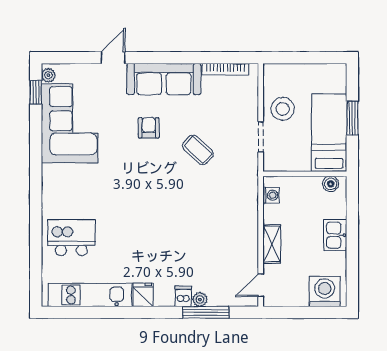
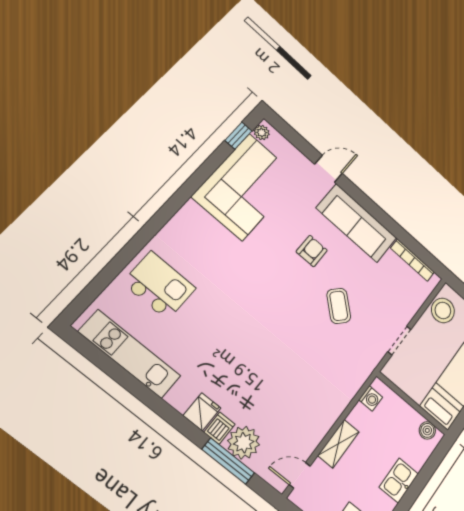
stool: (283, 109) -> (443, 310), moved
fridge: (143, 295) -> (202, 412), moved
plant: (200, 300) -> (244, 443), width x1.87, depth x1.87

